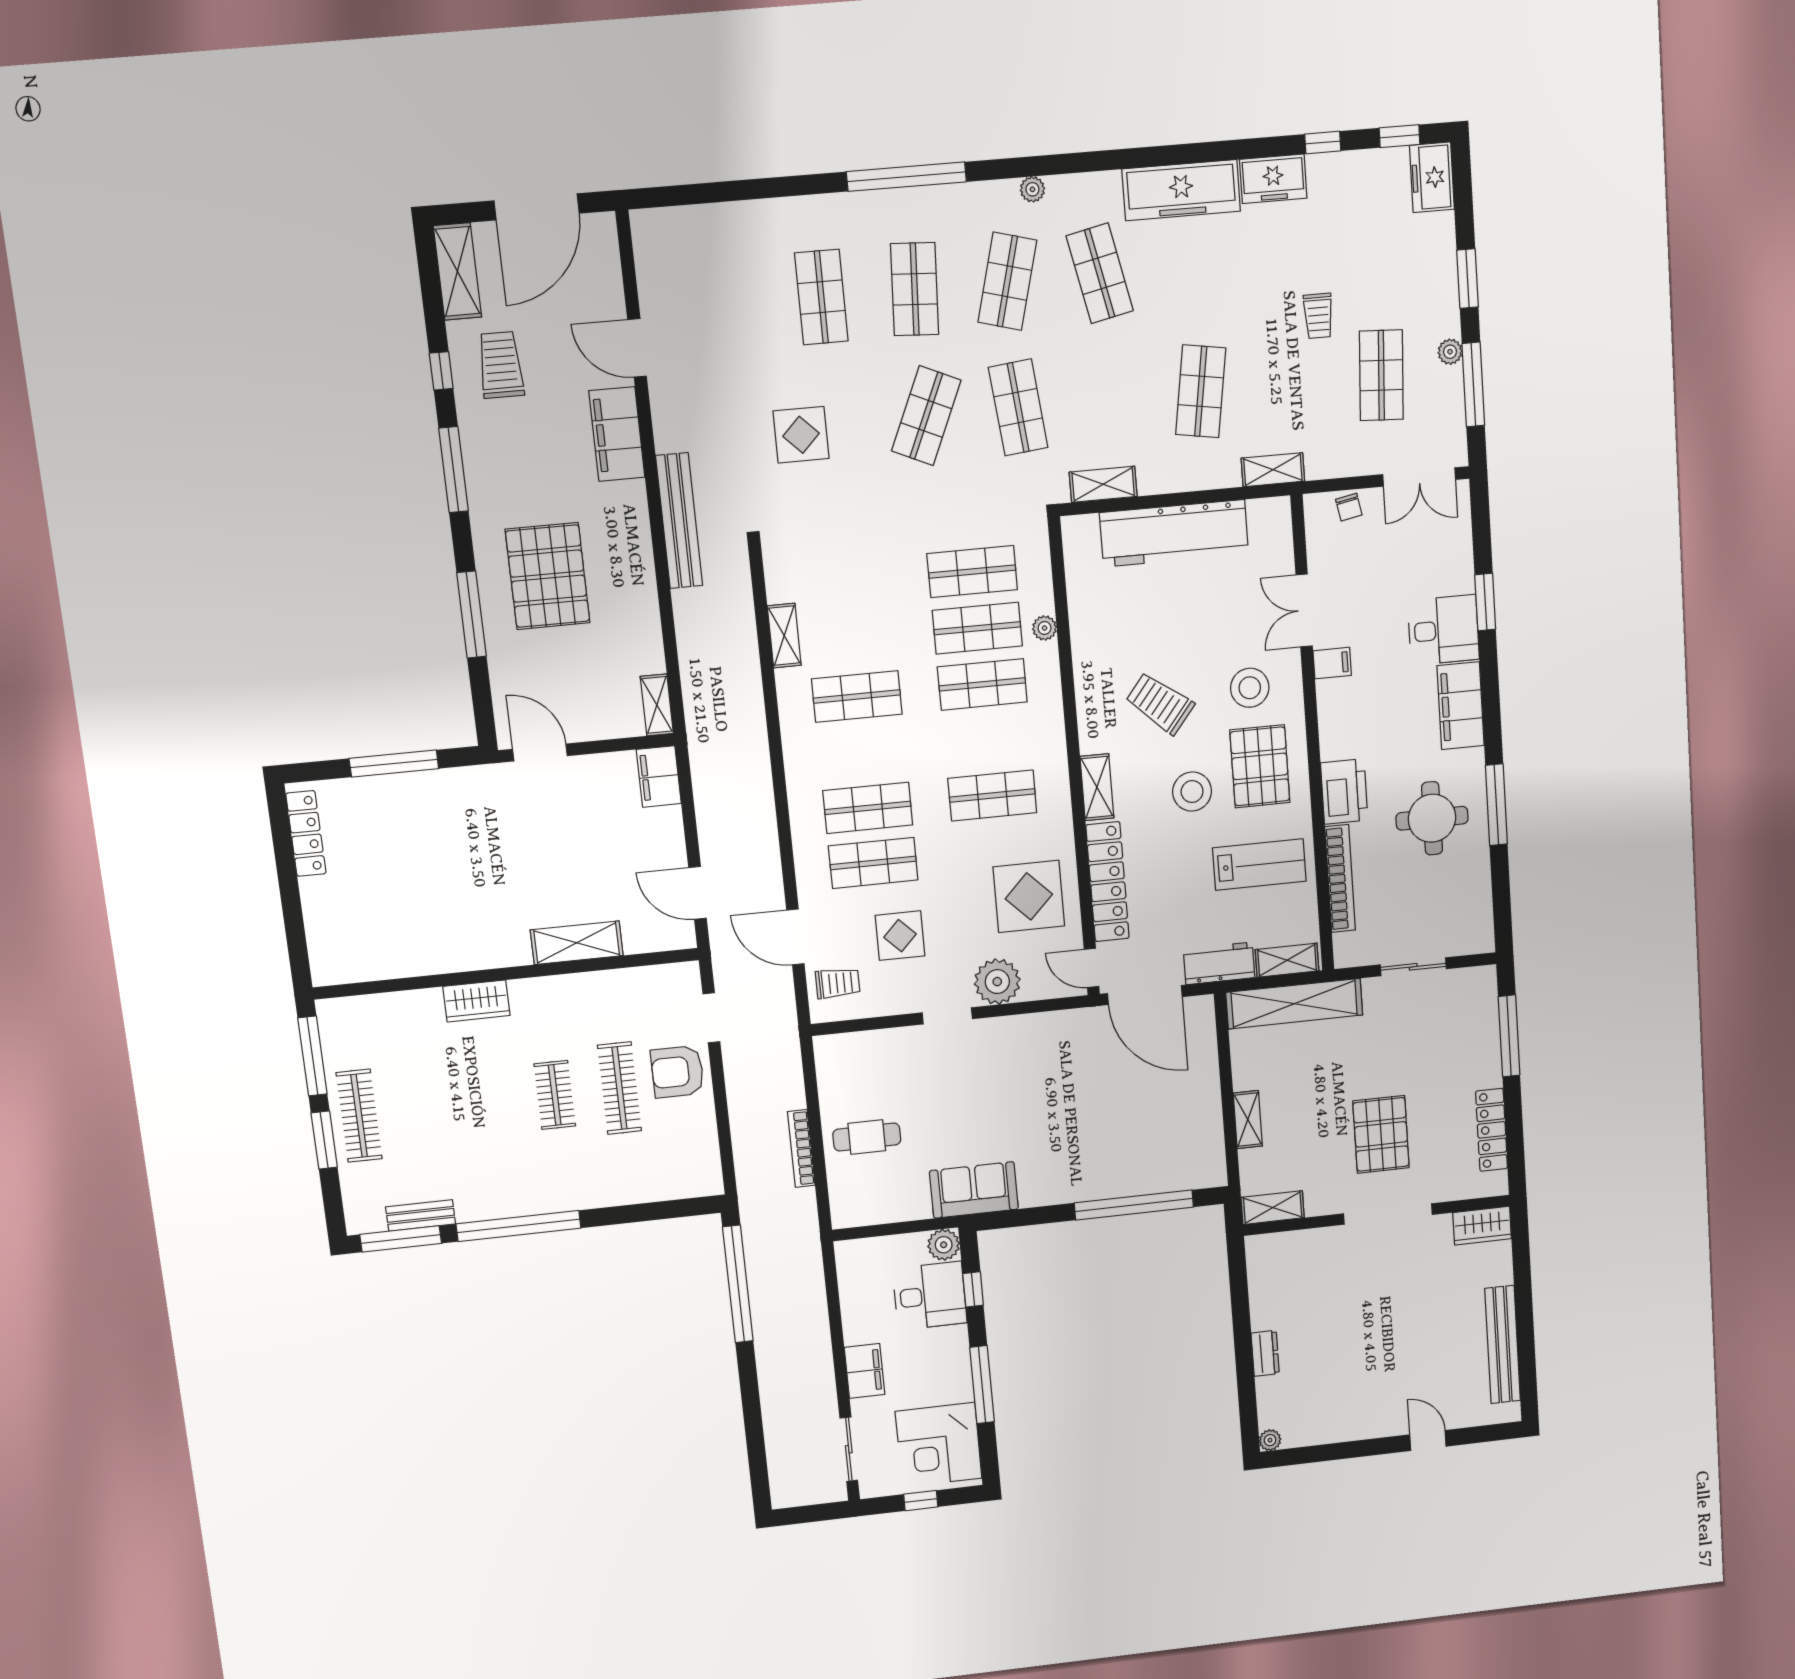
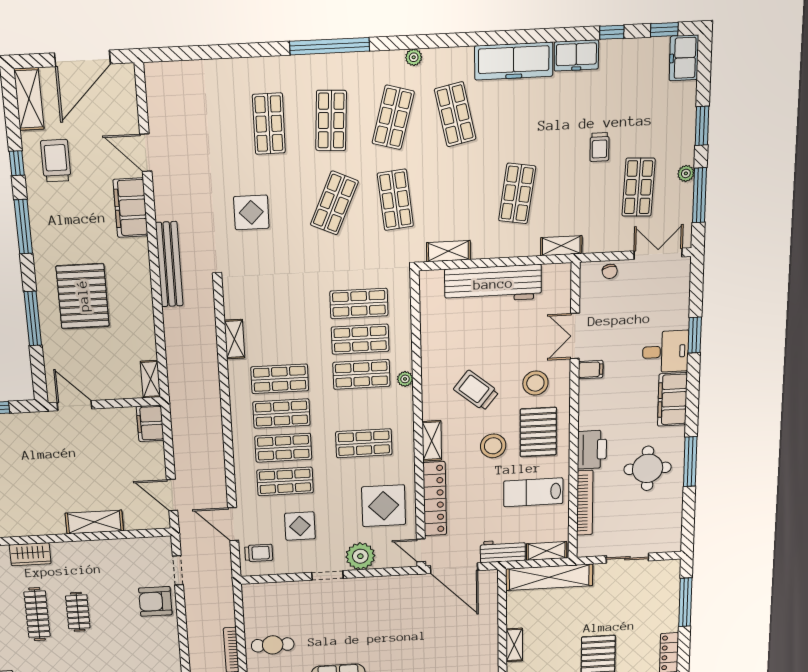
double door: (1419, 477) -> (658, 254), swing flipped
plant: (1045, 628) -> (405, 379), moved
shop shelf: (862, 752) -> (282, 414), added
lab bench: (1259, 865) -> (533, 492), turned 180
clothes rail: (619, 1088) -> (37, 614), moved

